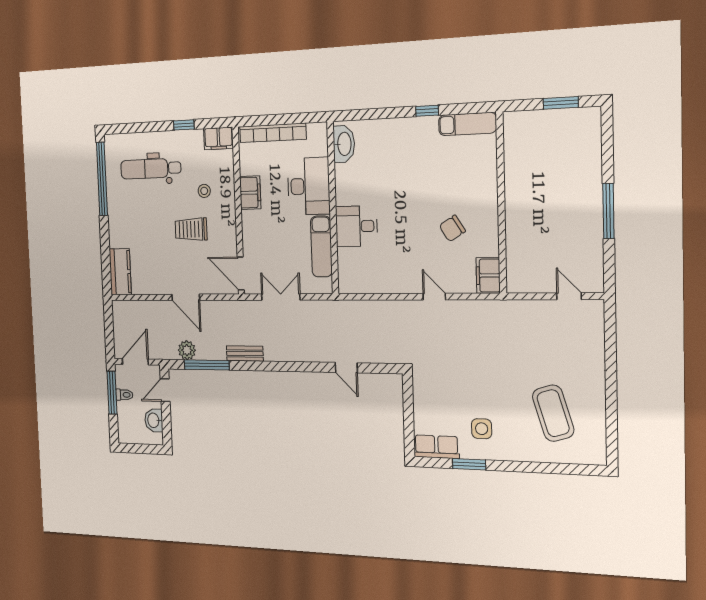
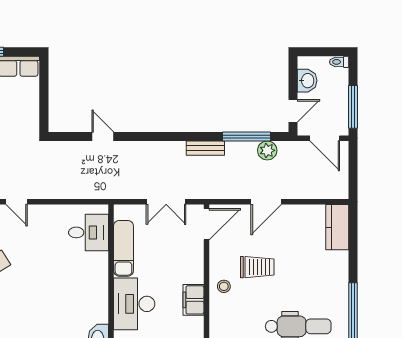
stool: (204, 191) -> (224, 286), moved
desk: (356, 226) -> (89, 232), moved
door: (241, 273) -> (206, 224), hinge flipped
door: (186, 297) -> (266, 202), swing flipped
door: (135, 362) -> (325, 138), hinge flipped
toilet: (124, 395) -> (339, 62), moved

